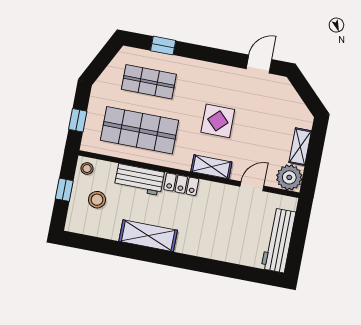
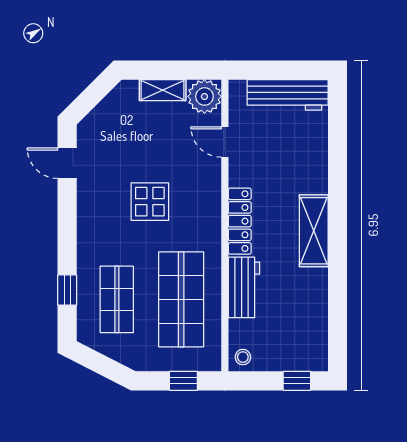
shelving: (211, 167) -> (210, 199), removed
locker: (181, 184) -> (240, 221), width x1.53
window: (64, 190) -> (297, 381), moved
stool: (97, 200) -> (280, 337), removed
shelving: (148, 236) -> (314, 231), moved

